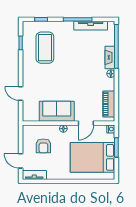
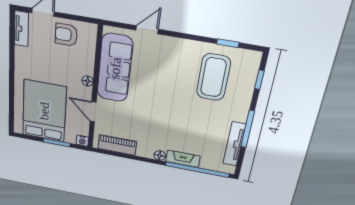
coffee table: (45, 48) -> (213, 77), turned 90
sofa: (57, 111) -> (115, 68), width x1.36
armchair: (43, 146) -> (66, 35), moved

